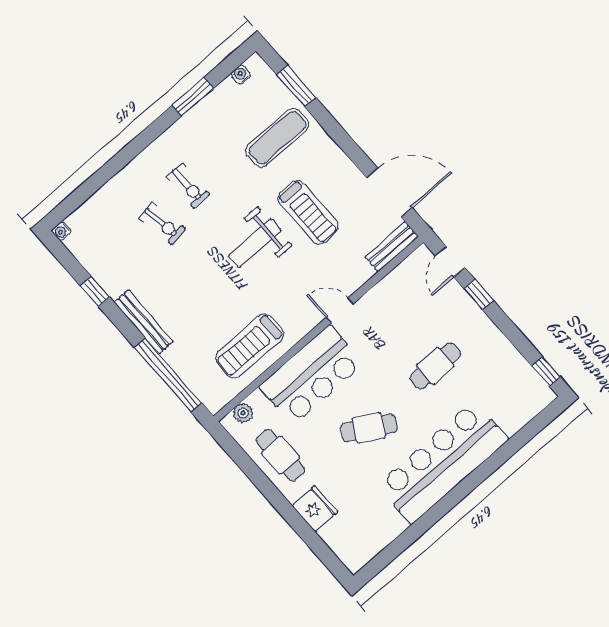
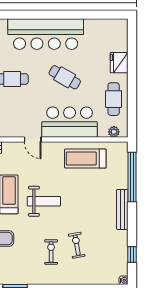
window: (95, 291) -> (132, 254), moved
treadmill: (250, 346) -> (85, 158), turned 180

